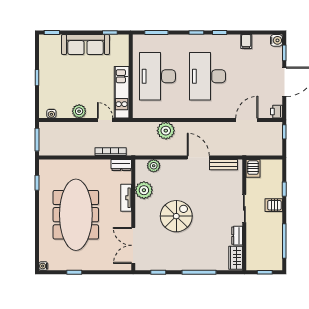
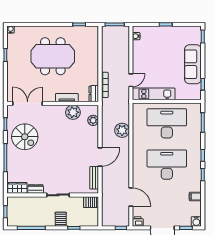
plant: (79, 111) -> (138, 59), removed
meeting table: (76, 215) -> (53, 56), width x0.73
spiral stairs: (176, 216) -> (25, 137), moved

